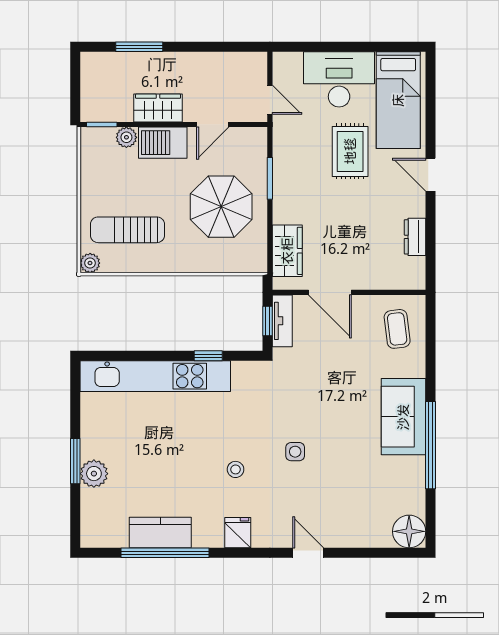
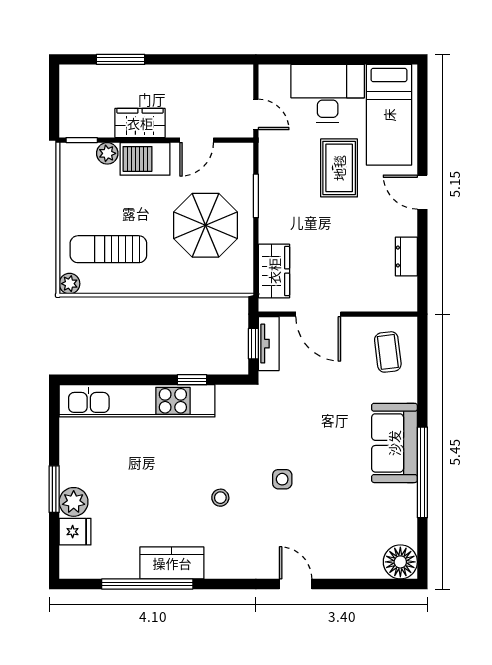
kitchen counter: (160, 532) -> (172, 563), moved
fridge: (238, 533) -> (75, 532), moved, turned 90

